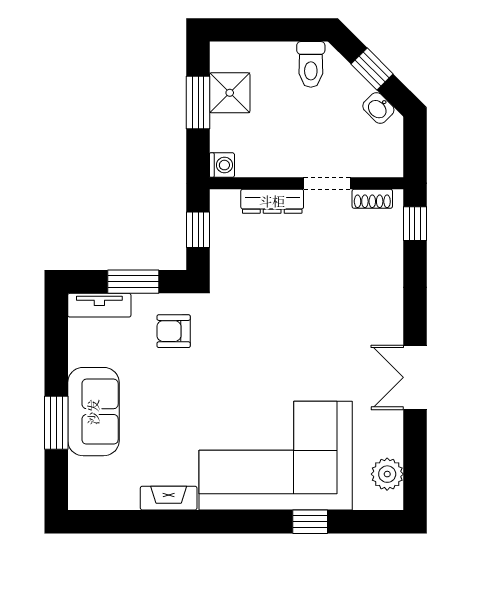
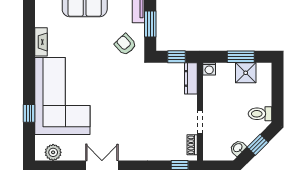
dresser: (272, 201) -> (191, 78), moved
armchair: (174, 331) -> (125, 44), turned -43

